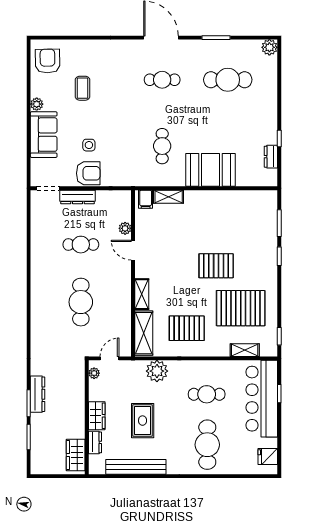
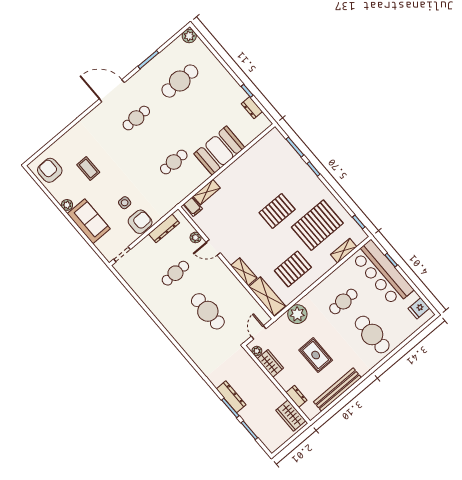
cafe table: (162, 146) -> (174, 162), turned 90
dresser: (78, 197) -> (164, 228), moved
wardrobe: (97, 416) -> (270, 363), moved

